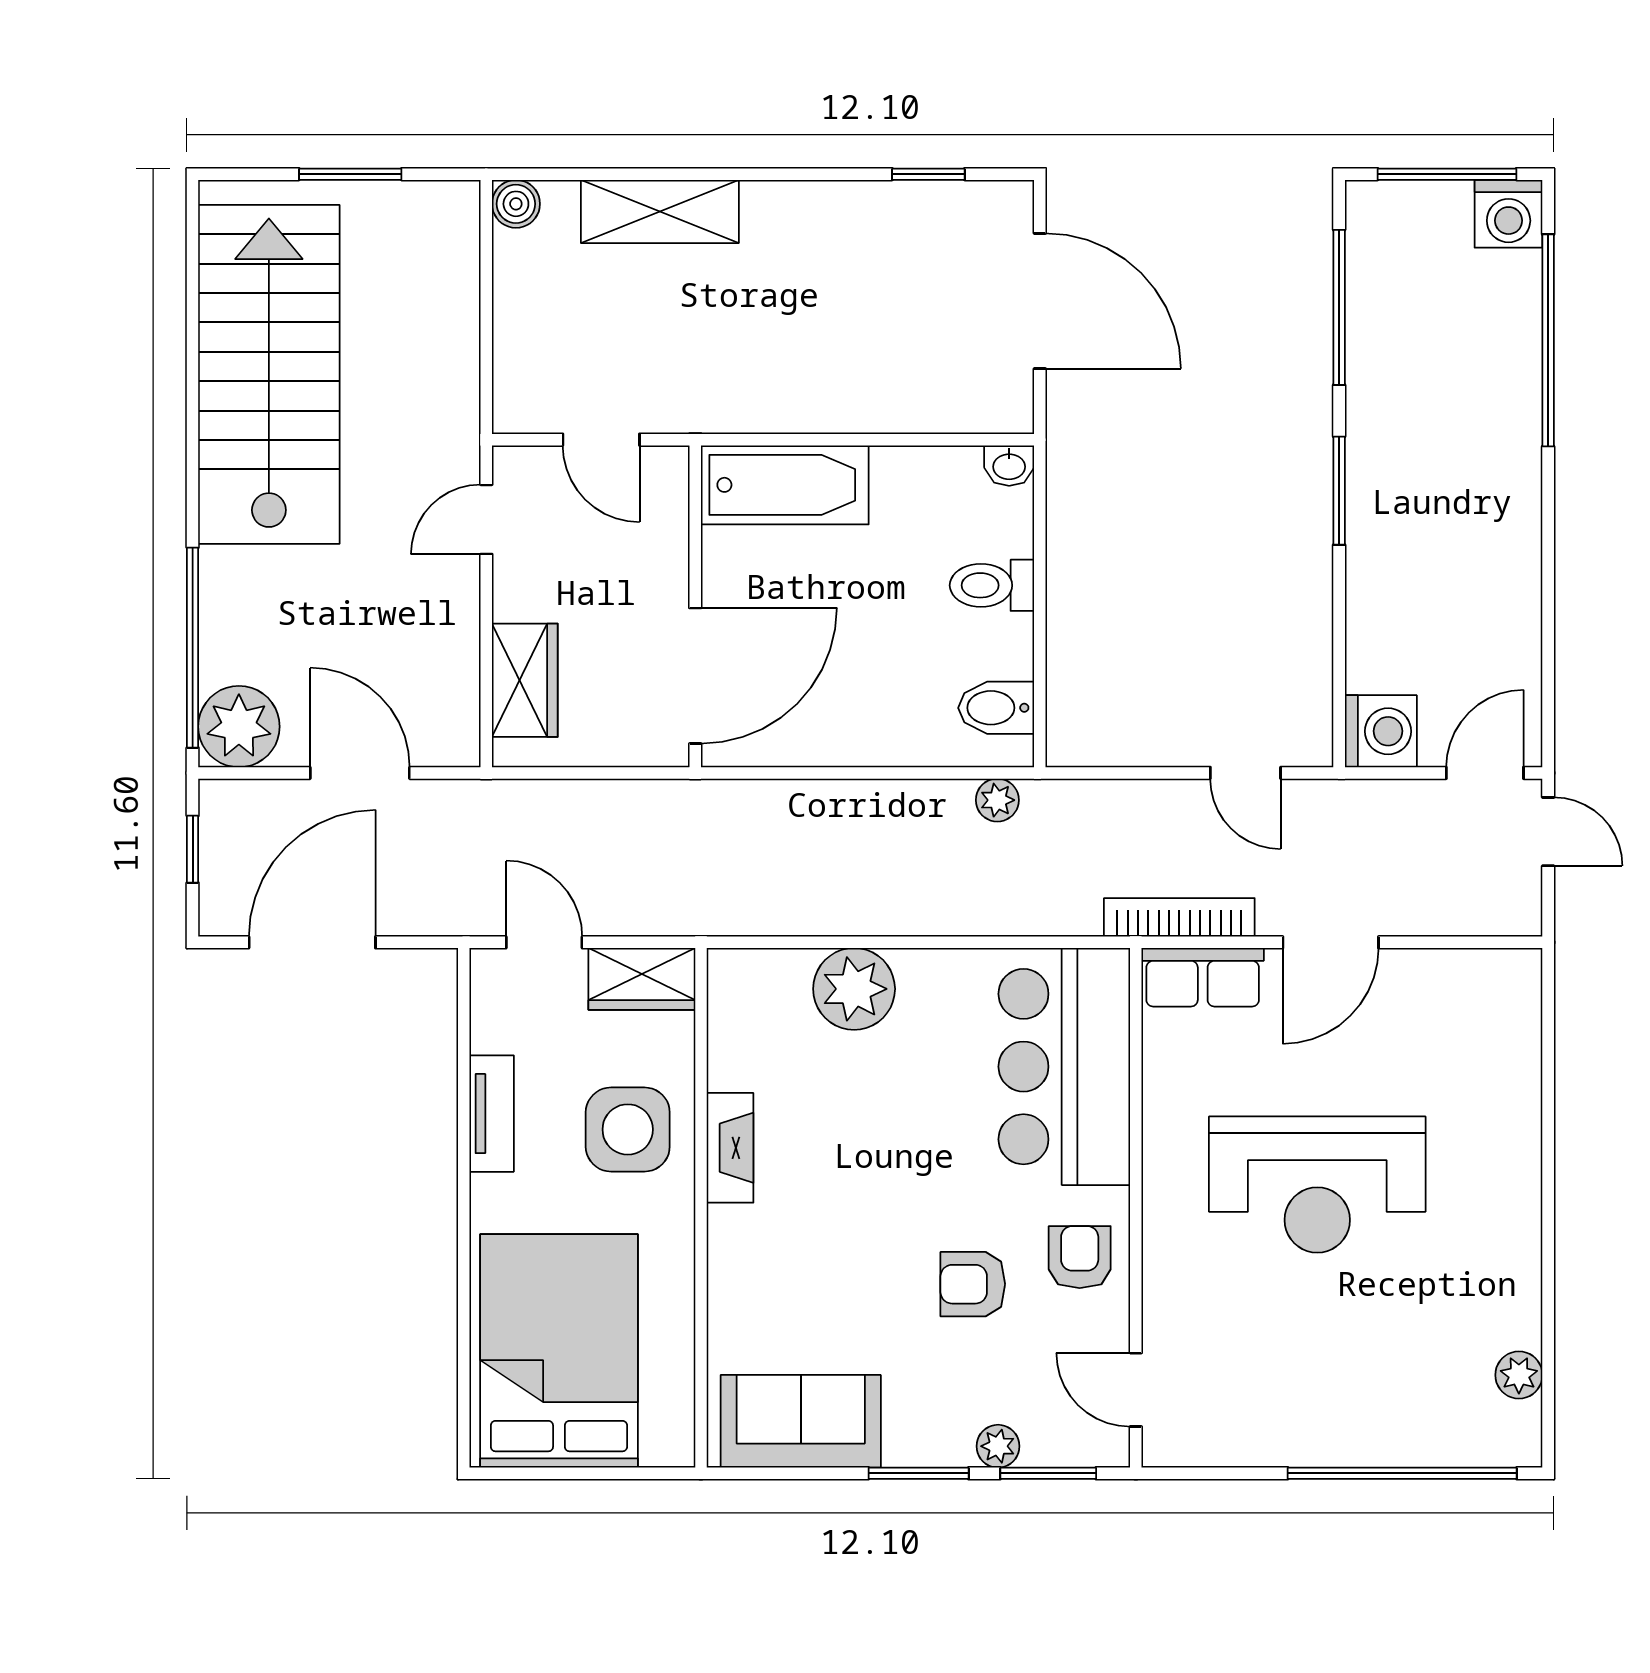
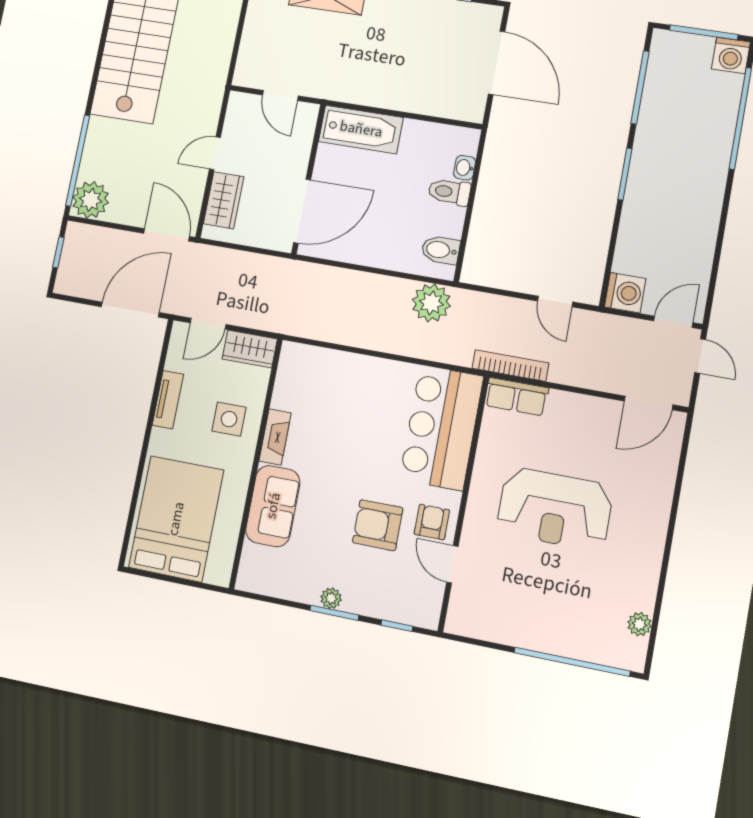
washbasin: (1009, 466) -> (465, 168), moved, turned 90
door: (486, 519) -> (215, 153), moved
door: (360, 773) -> (167, 235), moved
plant: (997, 800) -> (431, 303), width x1.88, depth x1.88
door: (312, 942) -> (130, 310), moved
door: (544, 942) -> (208, 324), swing flipped
door: (1331, 942) -> (648, 403), moved
plant: (854, 989) -> (348, 372), removed
side table: (628, 1129) -> (229, 419), width x0.73, depth x0.73
armchair: (973, 1284) -> (378, 525), width x1.38, depth x1.38
door: (1136, 1390) -> (452, 564), moved
sofa: (801, 1421) -> (273, 506), moved, turned 90
plant: (998, 1446) -> (331, 598), moved
window: (1048, 1473) -> (397, 626), width x0.67

